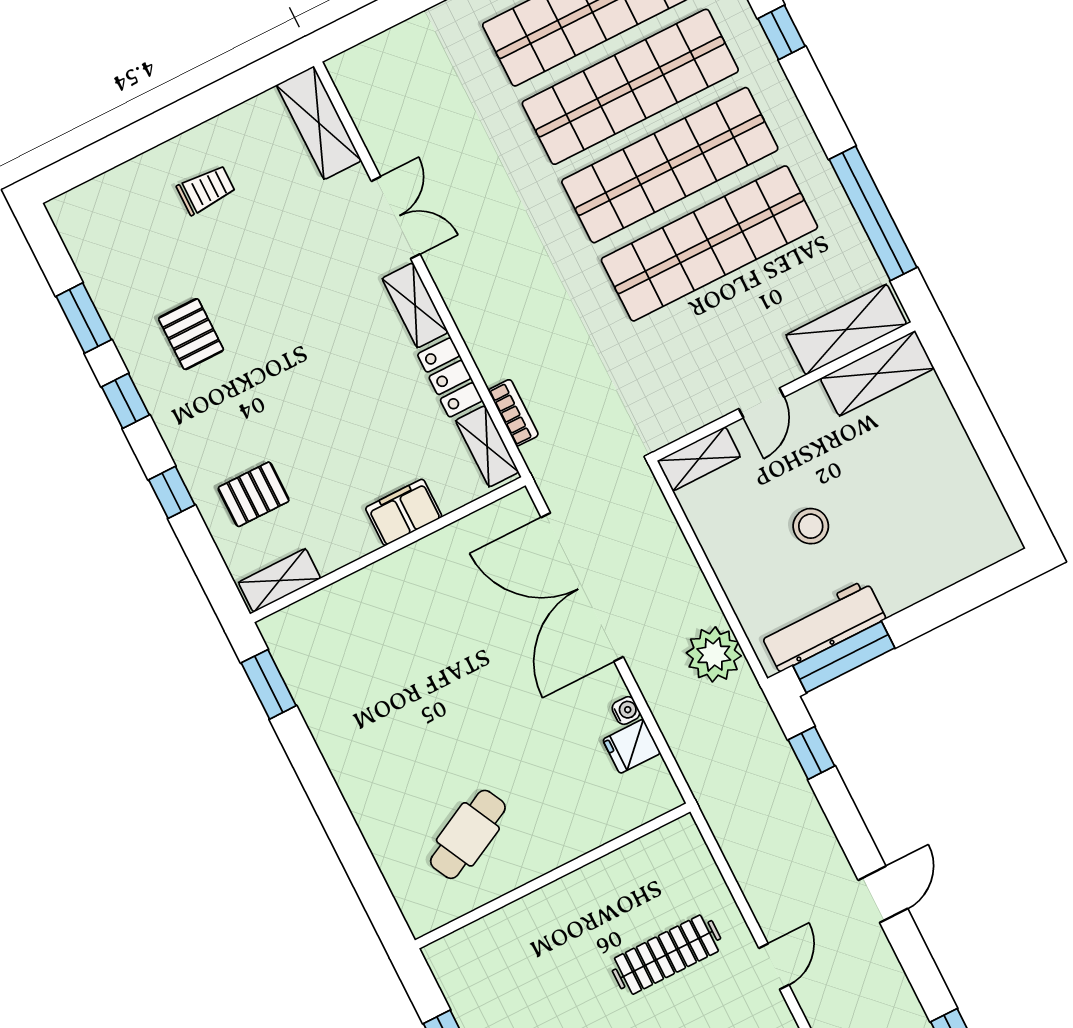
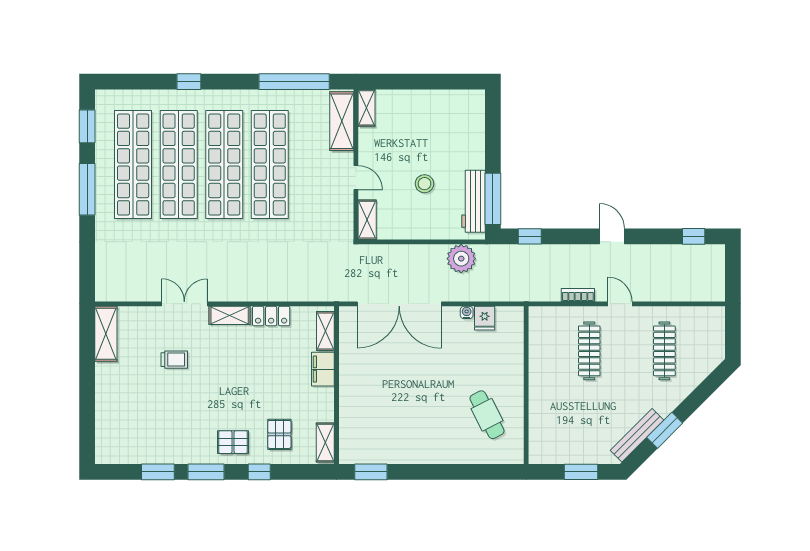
shelving: (319, 123) -> (106, 334), moved, turned 90
trolley: (206, 190) -> (174, 360), moved, turned 90
pallet: (191, 334) -> (233, 442), moved
shelving: (877, 373) -> (366, 108), width x0.67, depth x0.75
window: (126, 401) -> (206, 472), width x1.50
bookcase: (513, 413) -> (578, 295), moved
shelving: (487, 446) -> (325, 331), moved, turned 90

